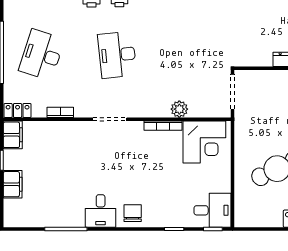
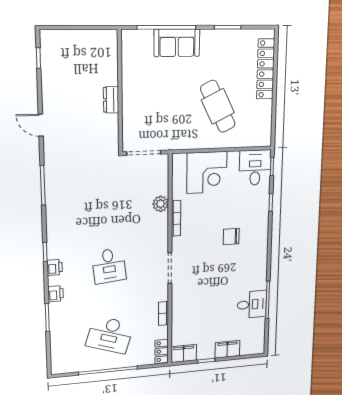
desk: (117, 55) -> (109, 266), width x0.73
corner desk: (204, 142) -> (207, 172), moved, turned 90
desk: (101, 211) -> (252, 304), moved
chair: (133, 213) -> (231, 237), moved

